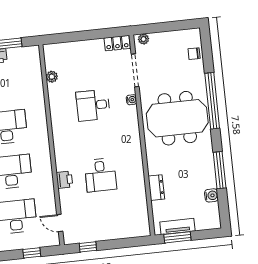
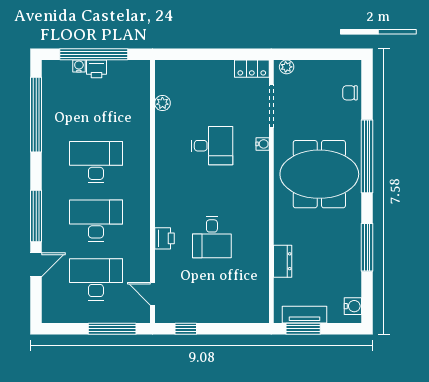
desk: (93, 105) -> (212, 146), turned 180
water cooler: (211, 195) -> (353, 306), moved
window: (32, 253) -> (112, 329), width x2.17

